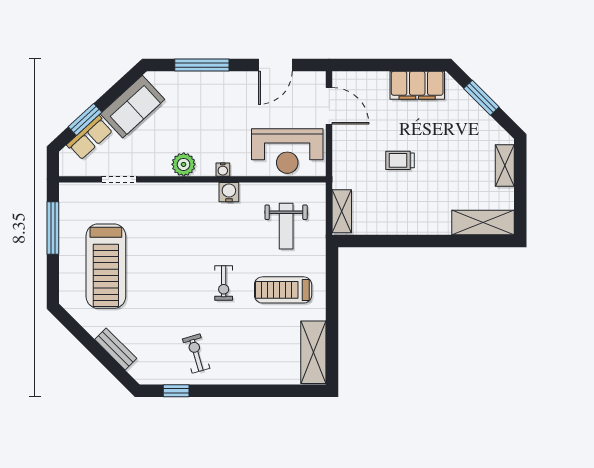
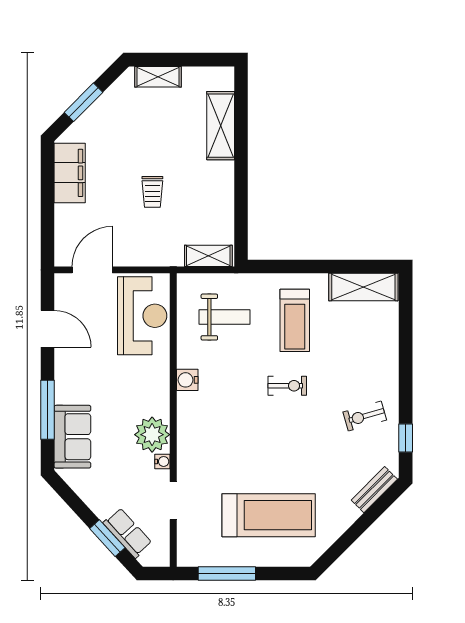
sofa: (132, 107) -> (72, 437), moved, turned 43
plant: (184, 164) -> (152, 435), width x1.36, depth x1.36
water cooler: (223, 170) -> (162, 461), moved
shelving: (483, 223) -> (221, 126), moved
bench: (116, 349) -> (374, 490), moved

